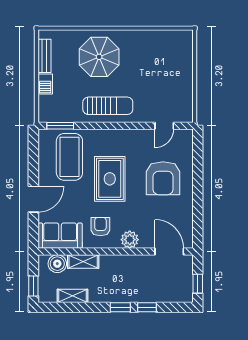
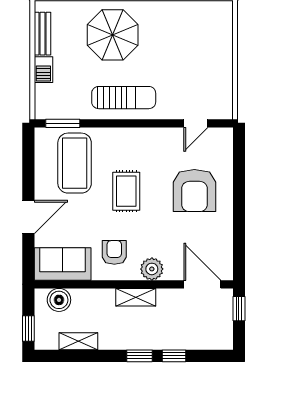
rug: (110, 179) -> (126, 191), width x0.73, depth x0.70
shelving: (83, 262) -> (136, 297), moved
window: (198, 284) -> (239, 309), moved

